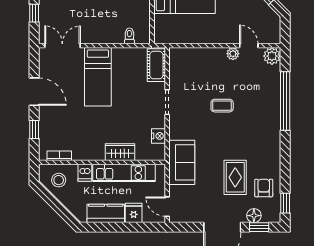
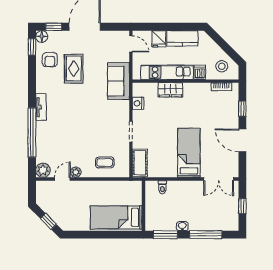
door: (249, 46) -> (62, 179), swing flipped
coffee table: (222, 106) -> (105, 162), moved
tv unit: (274, 131) -> (41, 107), added
floor lamp: (254, 216) -> (42, 37), moved

